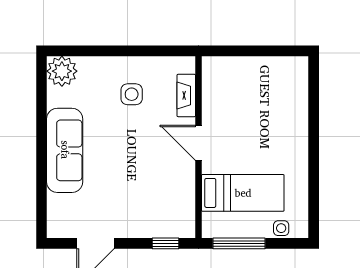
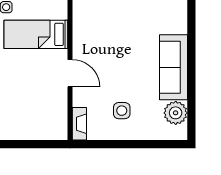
plant: (62, 71) -> (176, 113), moved
fireplace: (186, 95) -> (79, 124), moved

